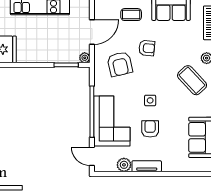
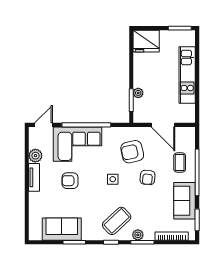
plant: (85, 58) -> (138, 93), moved
side table: (150, 100) -> (113, 179), moved
armchair: (150, 129) -> (70, 181), turned 180

